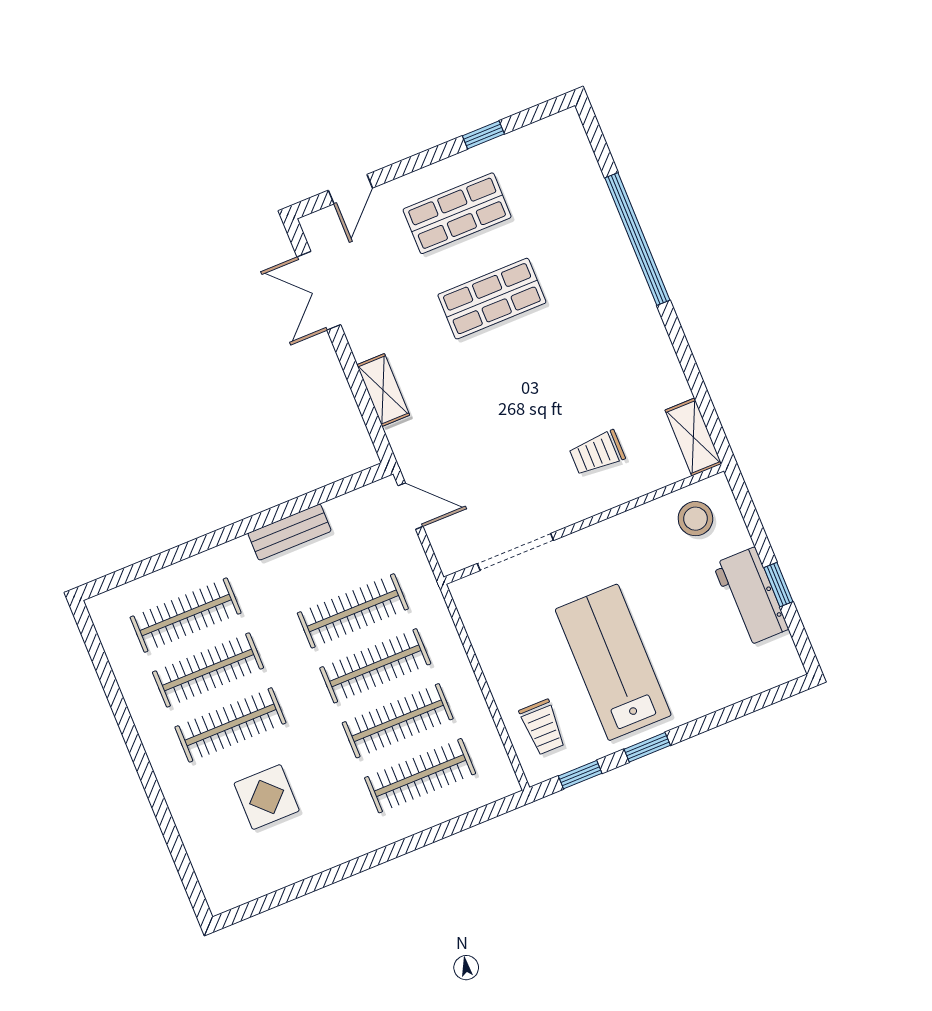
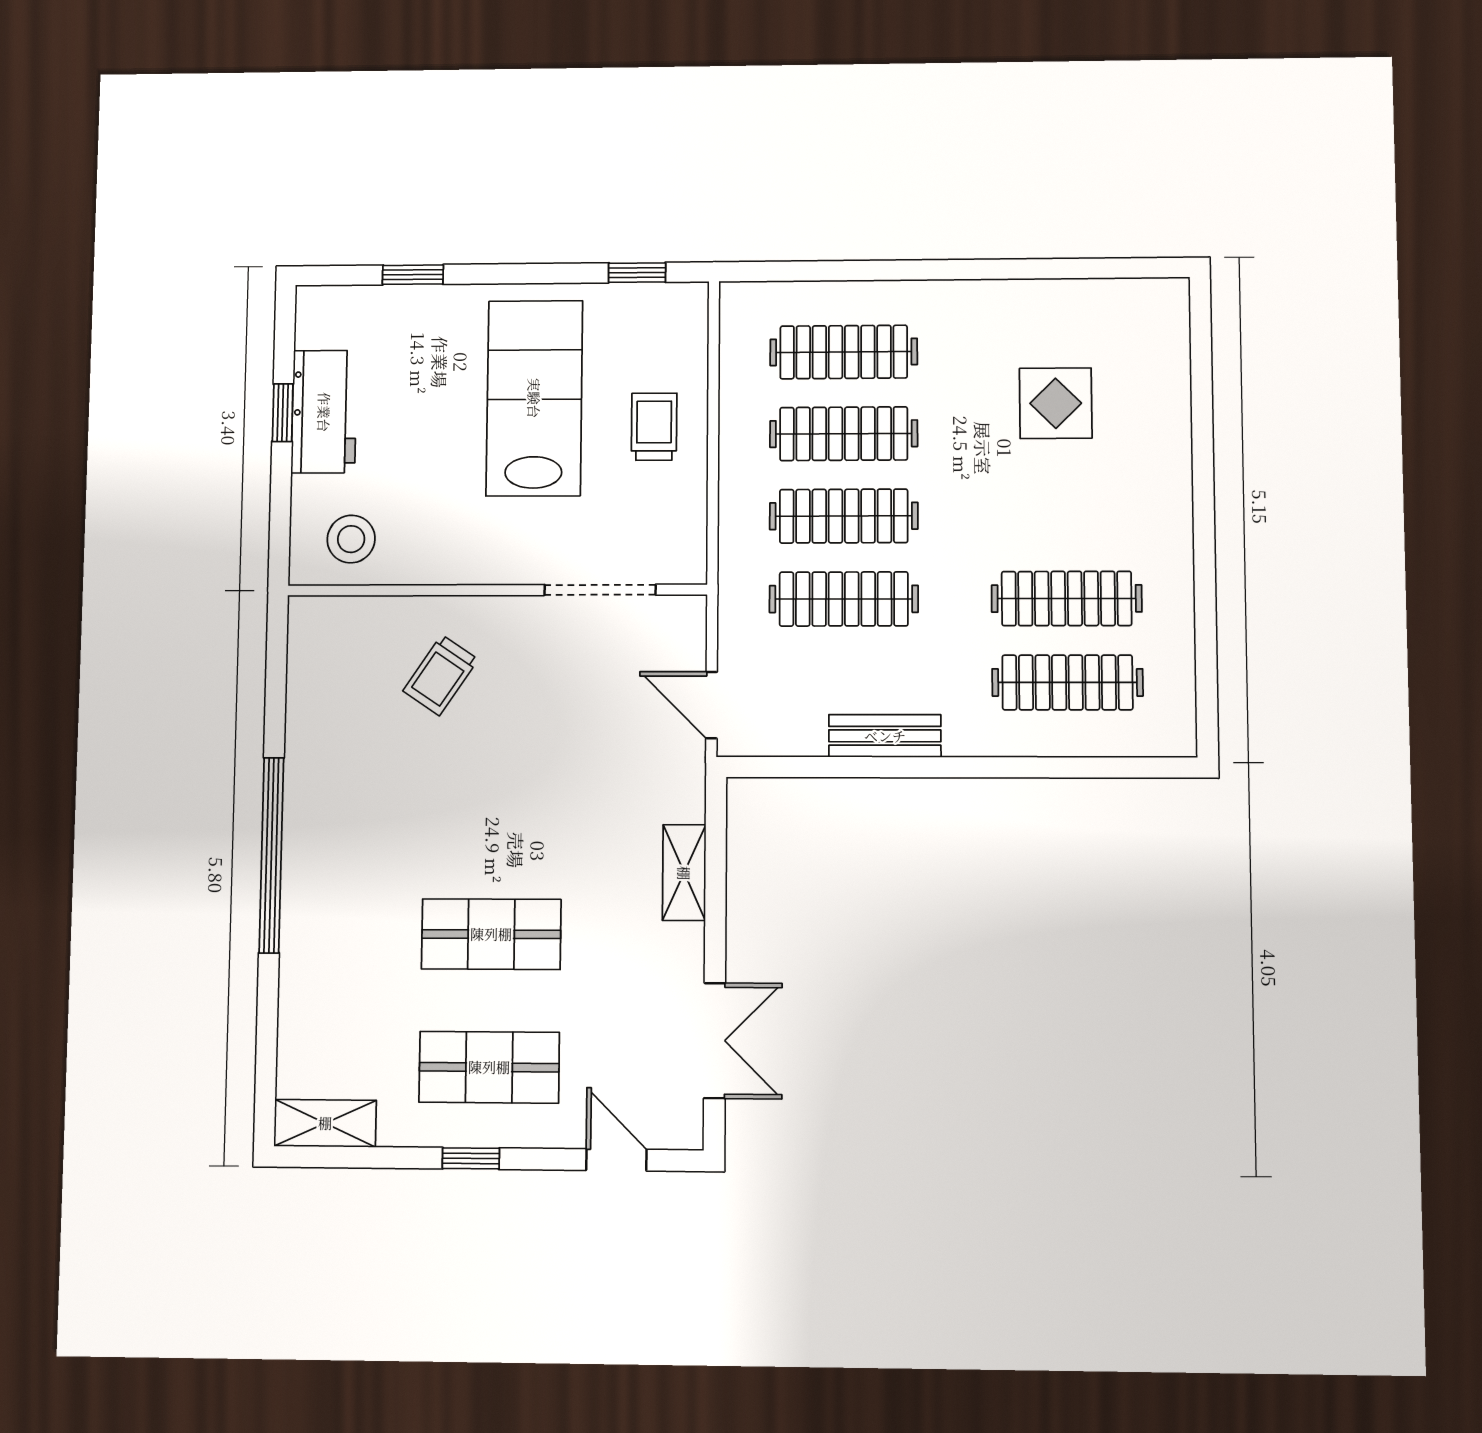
window: (483, 135) -> (471, 1158), moved
door: (350, 189) -> (616, 1160), hinge flipped
window: (637, 239) -> (271, 855), moved
shelving: (693, 437) -> (325, 1123), moved, turned 90
trolley: (597, 453) -> (441, 675), turned 124
lab bench: (613, 662) -> (534, 398), turned 180
clothes rail: (230, 725) -> (1066, 515), removed
trolley: (542, 727) -> (654, 427), moved
window: (647, 747) -> (413, 275), moved

